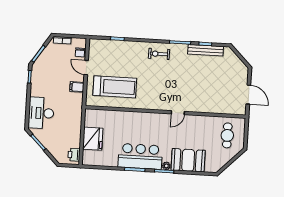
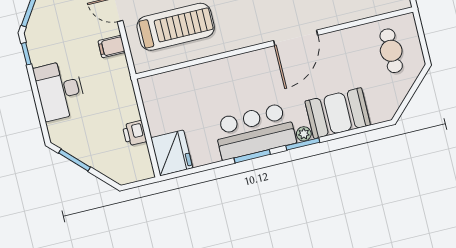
desk: (41, 113) -> (60, 90), moved
door: (178, 113) -> (296, 38), width x1.88
fridge: (93, 139) -> (172, 153), moved
printer: (74, 155) -> (134, 133), moved

